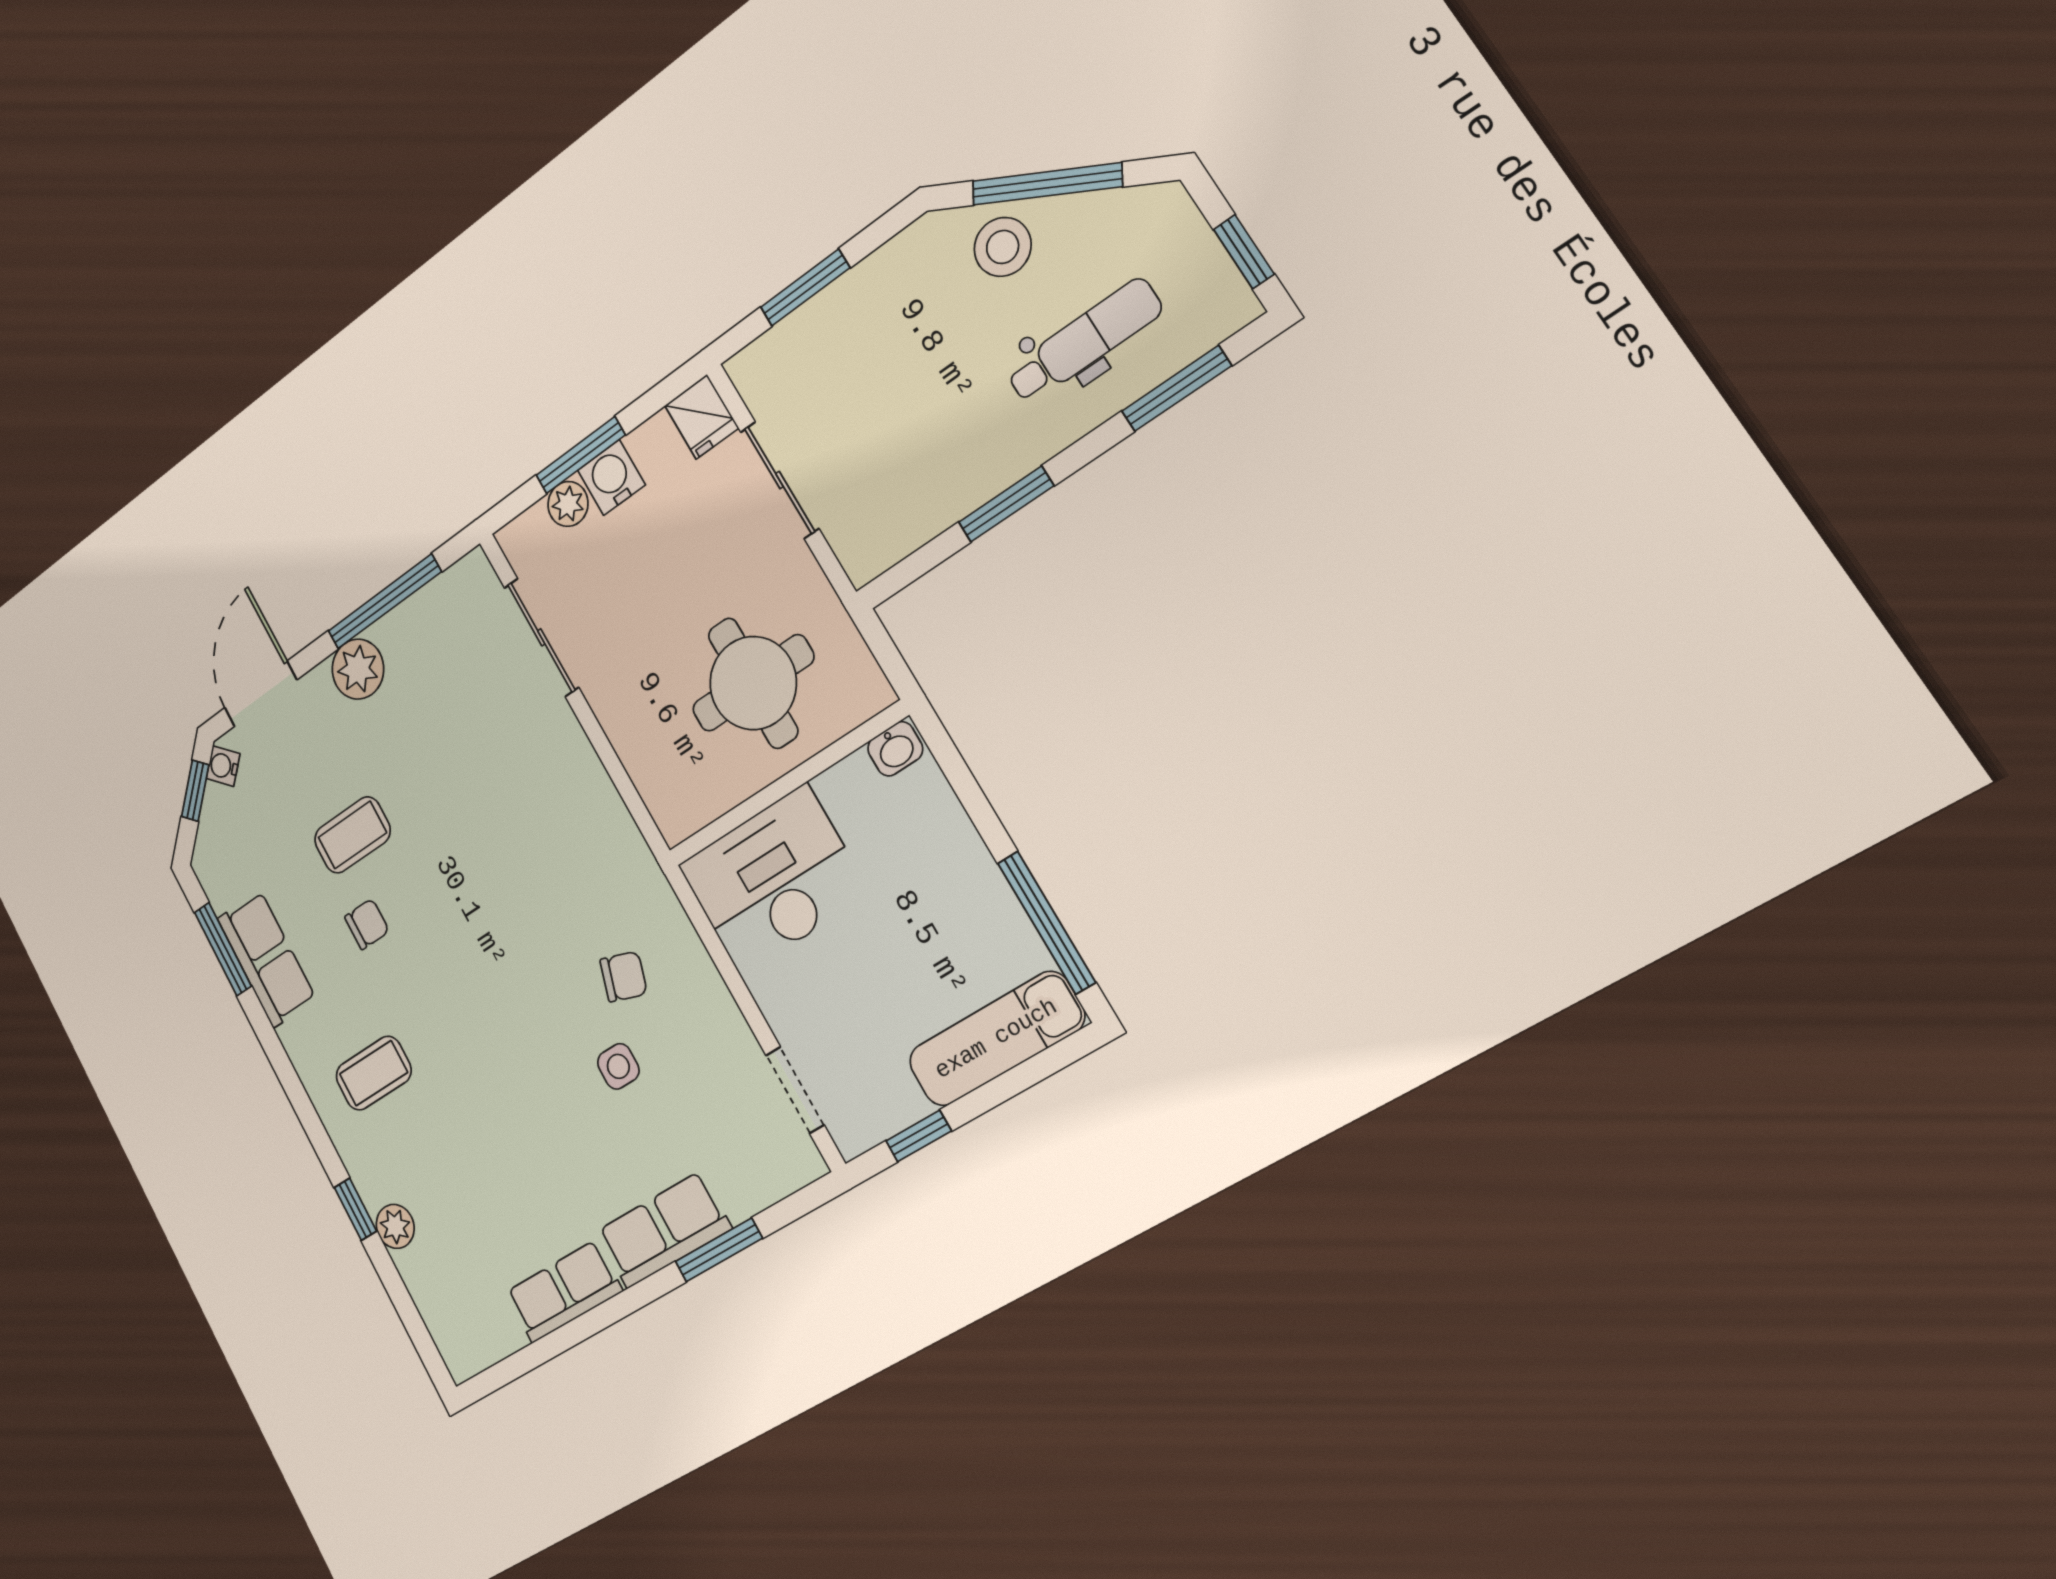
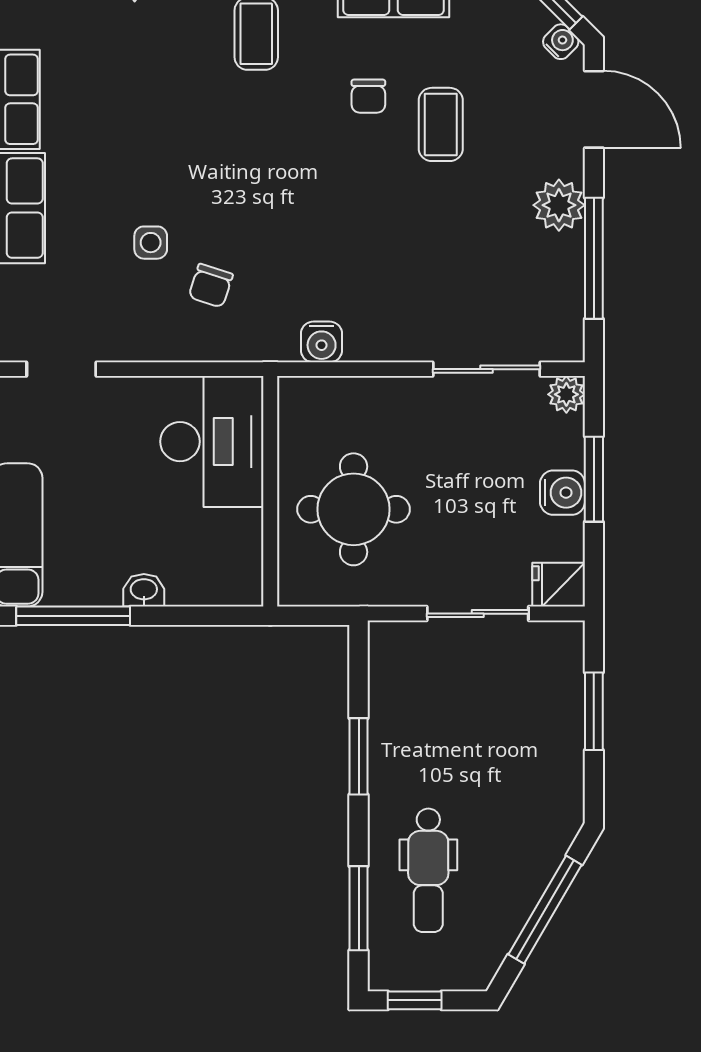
stool: (1003, 247) -> (525, 857), removed
plant: (568, 504) -> (566, 394), moved
washbasin: (895, 749) -> (144, 590), moved, turned 90
water cooler: (611, 825) -> (322, 342), added

